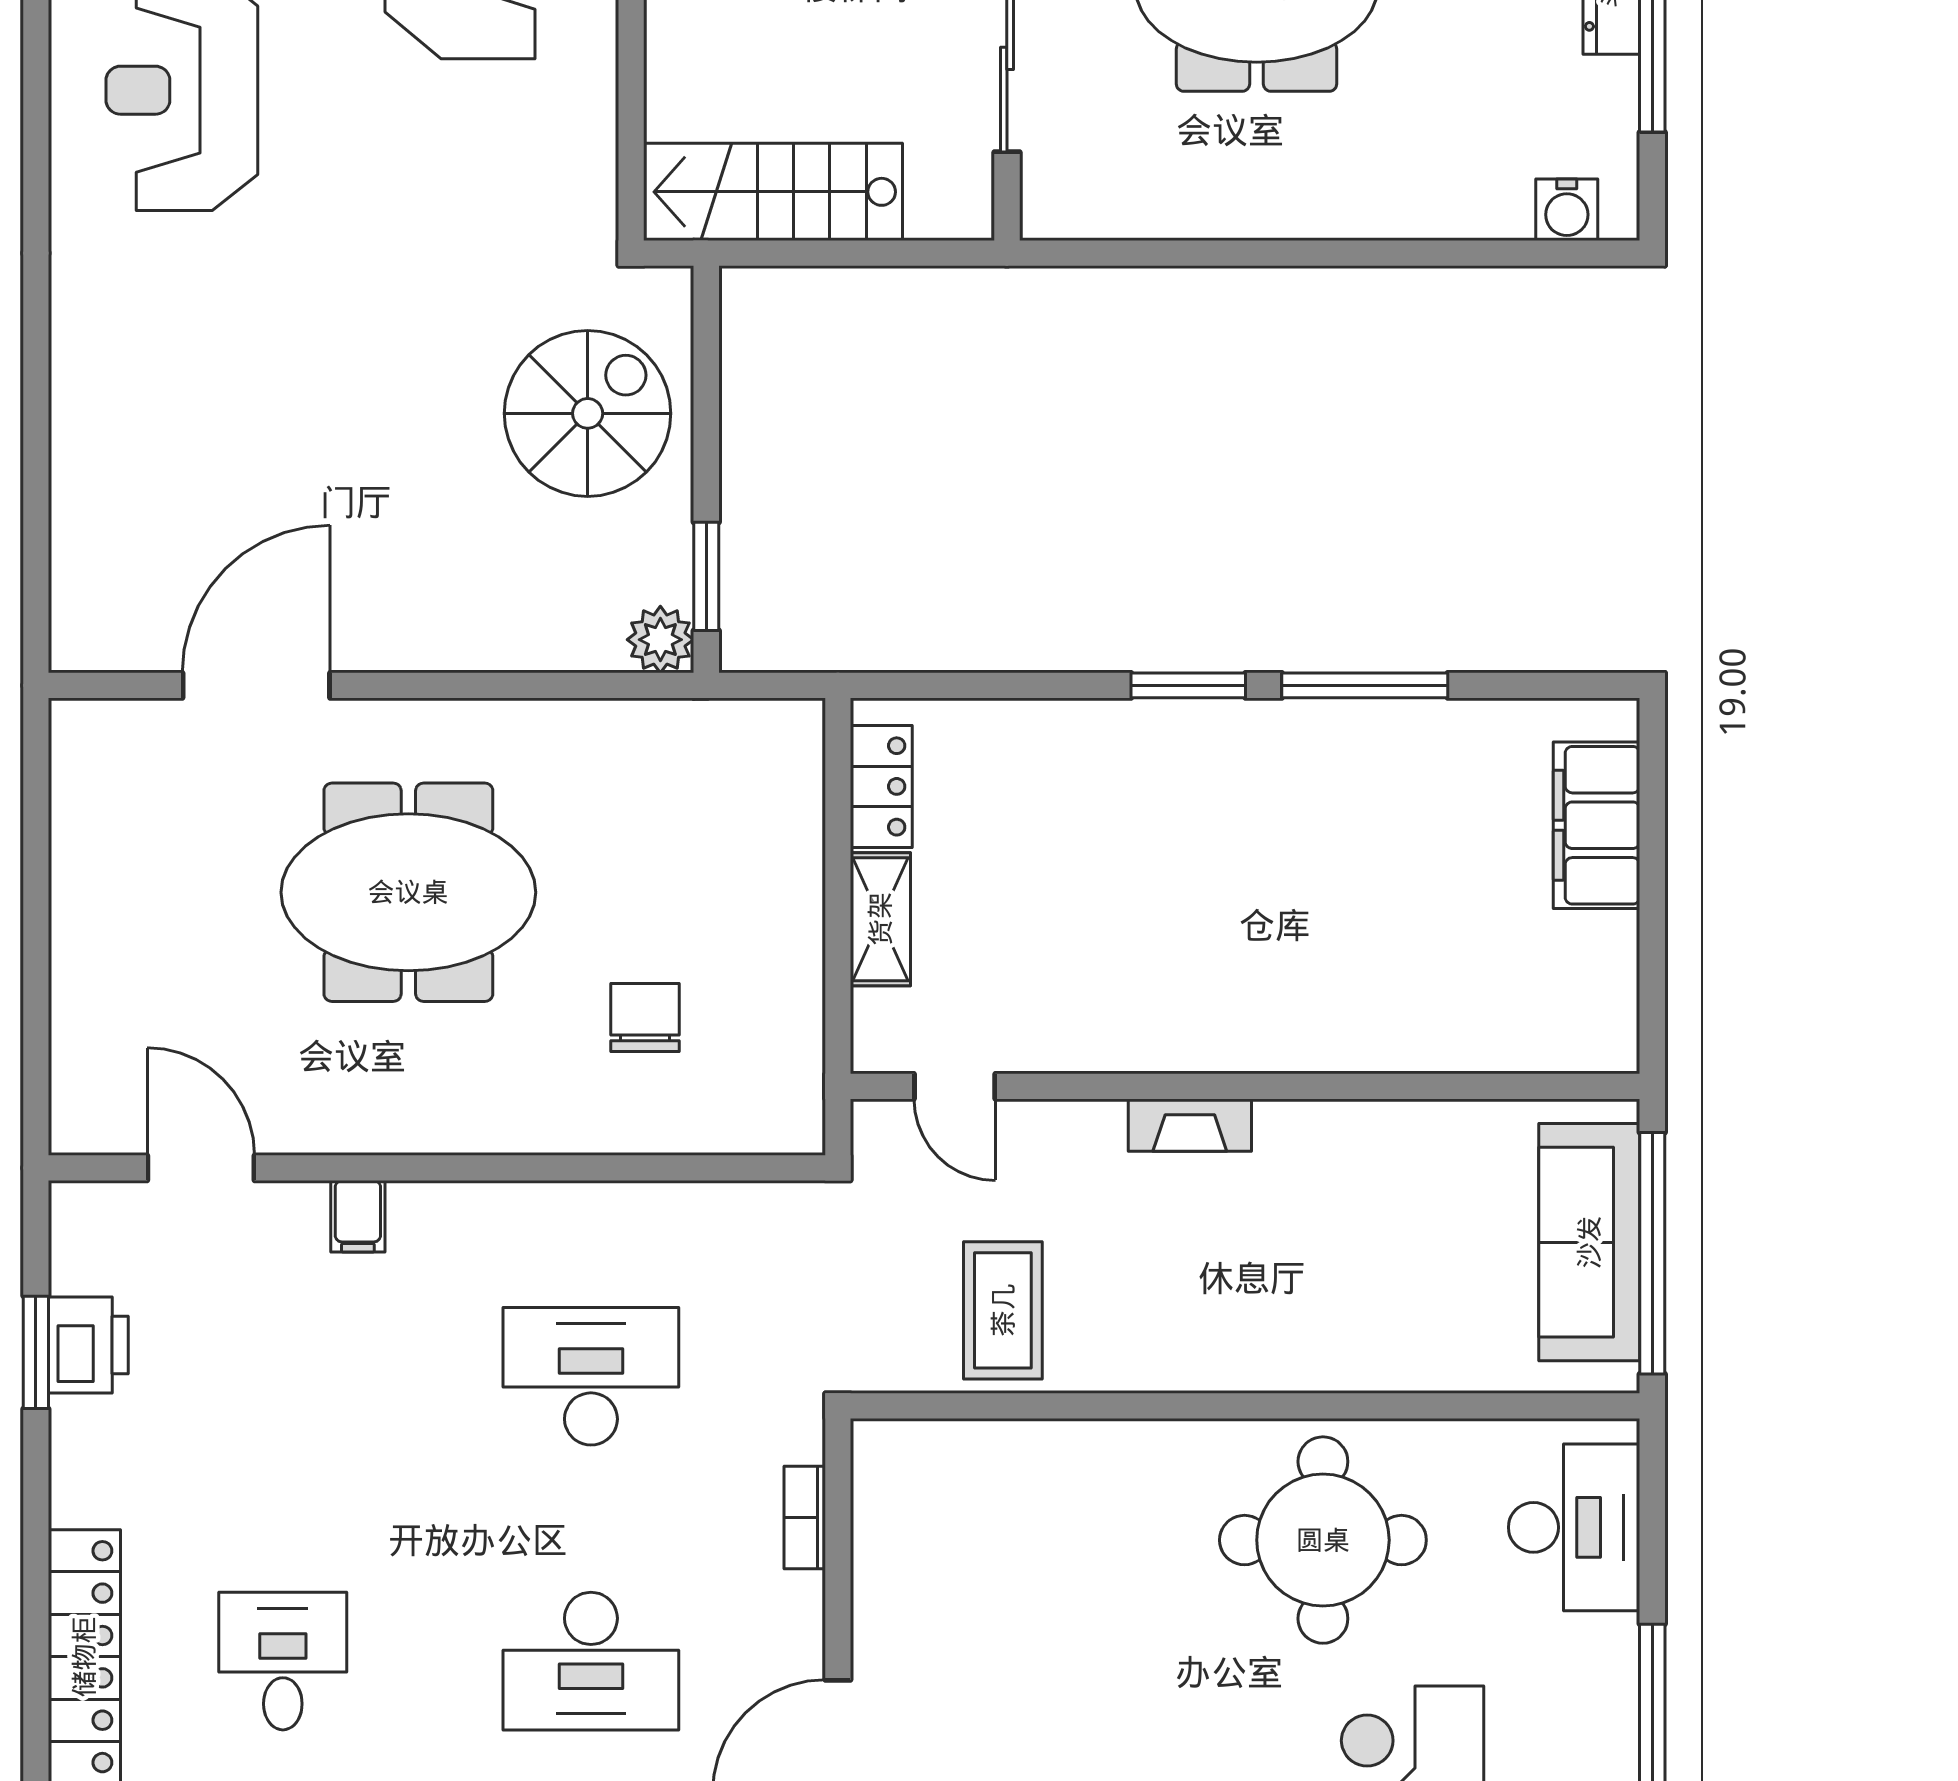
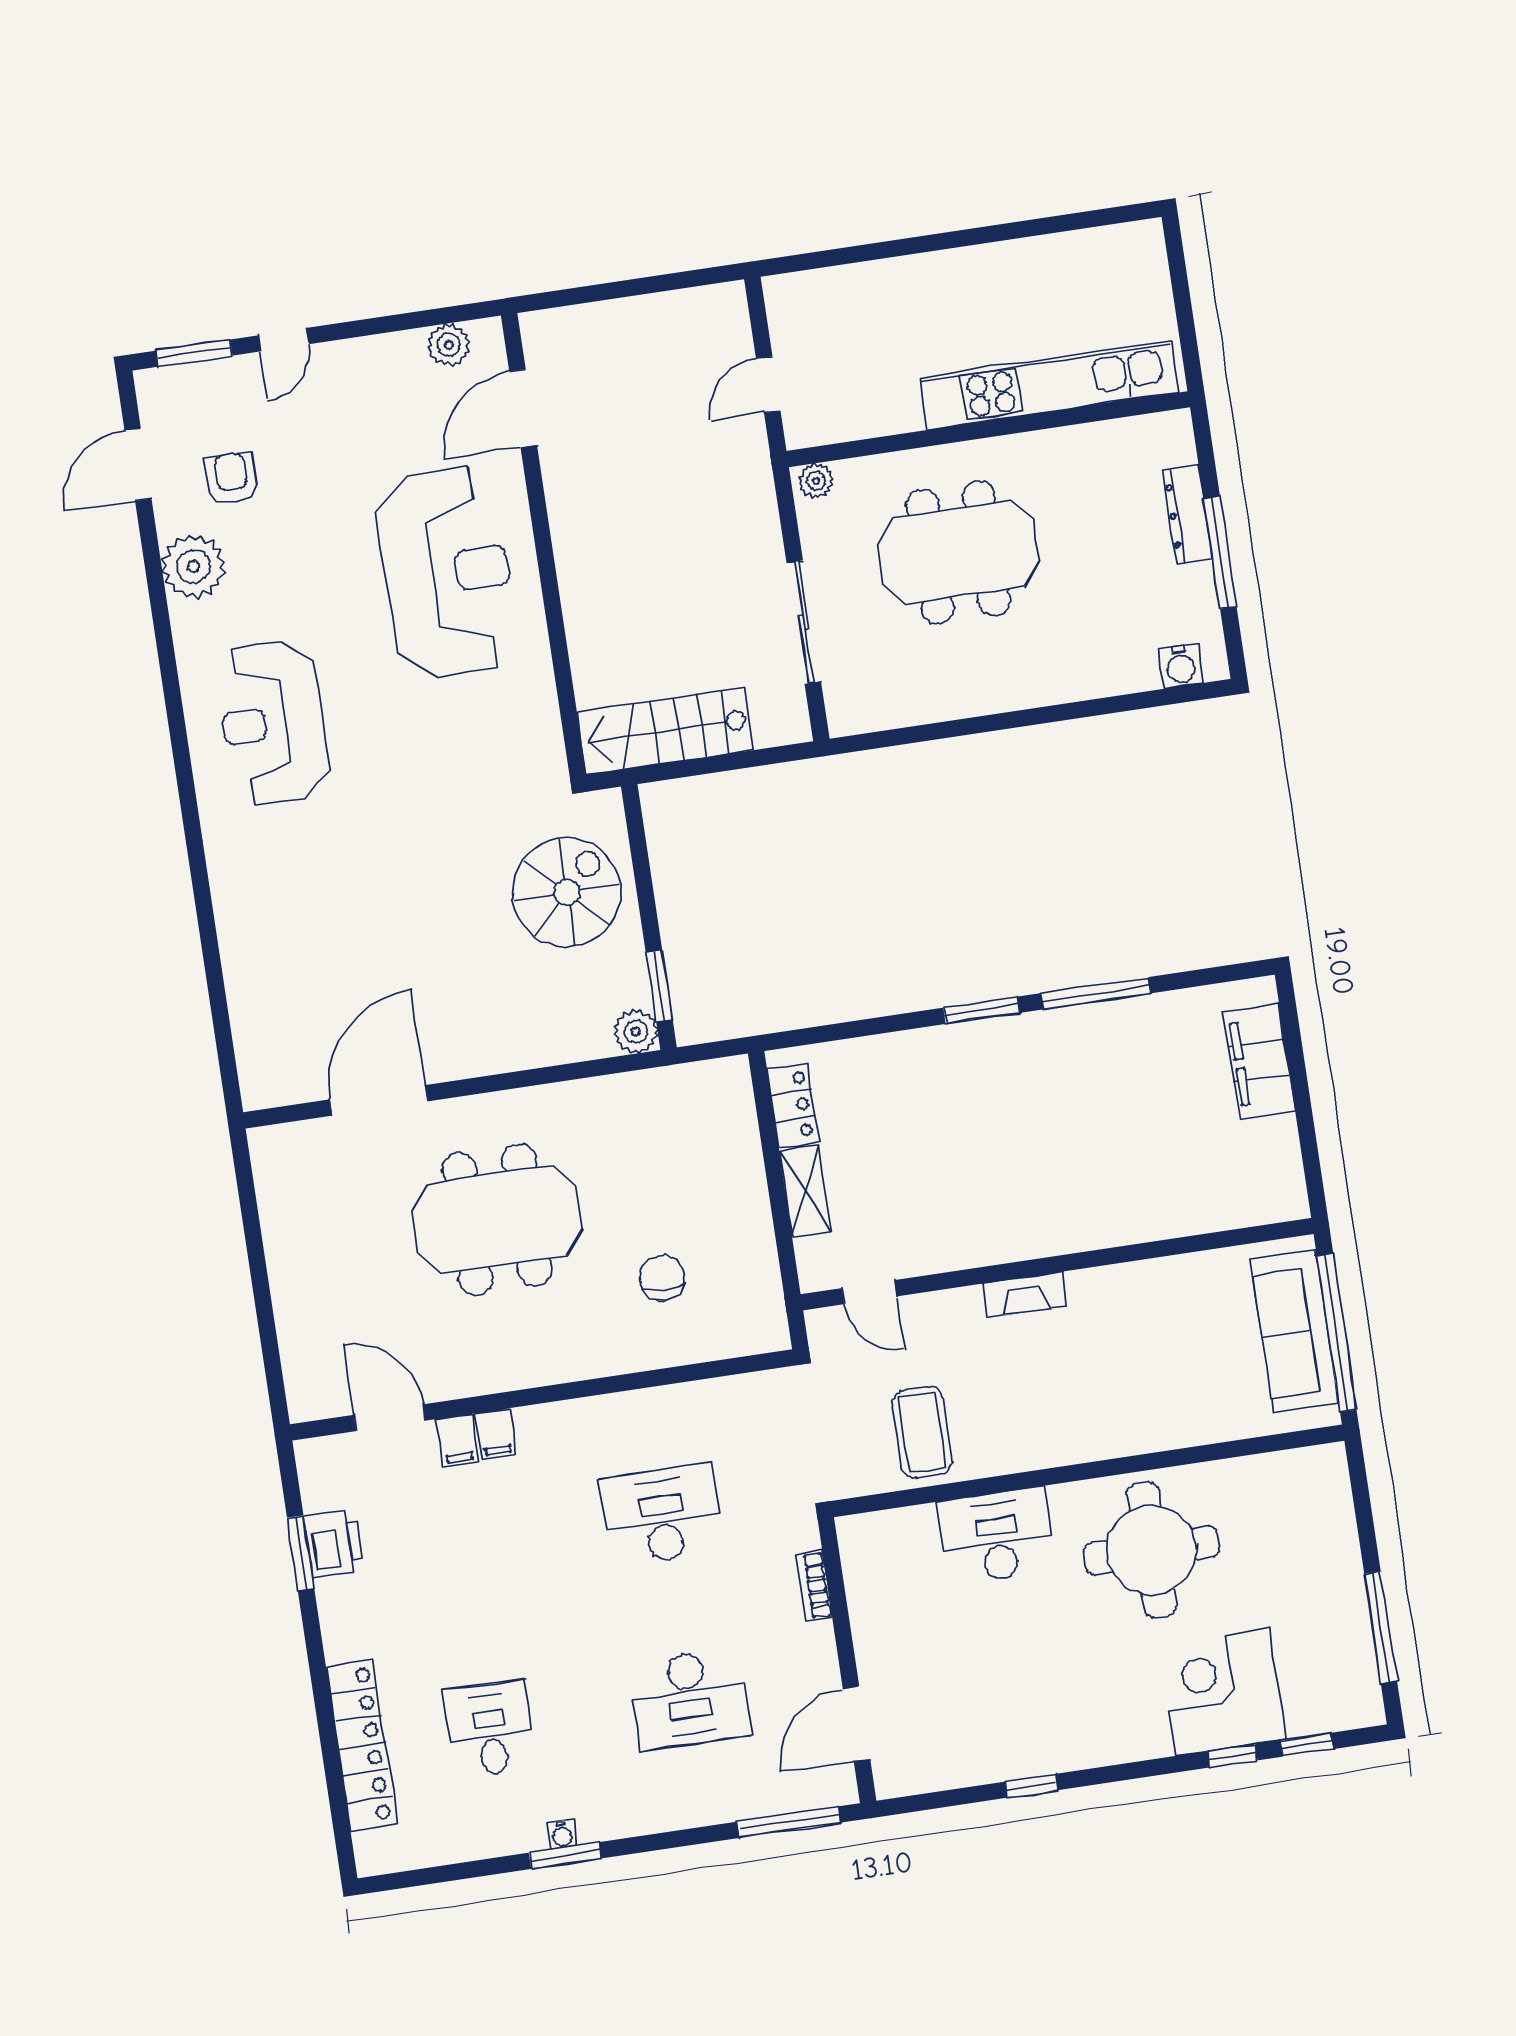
filing cabinet: (298, 1217) -> (457, 1440), added
desk: (1574, 1527) -> (997, 1536), moved, turned -90

